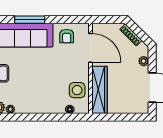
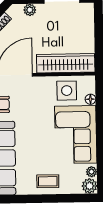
corner sofa: (41, 97) -> (76, 135), added

